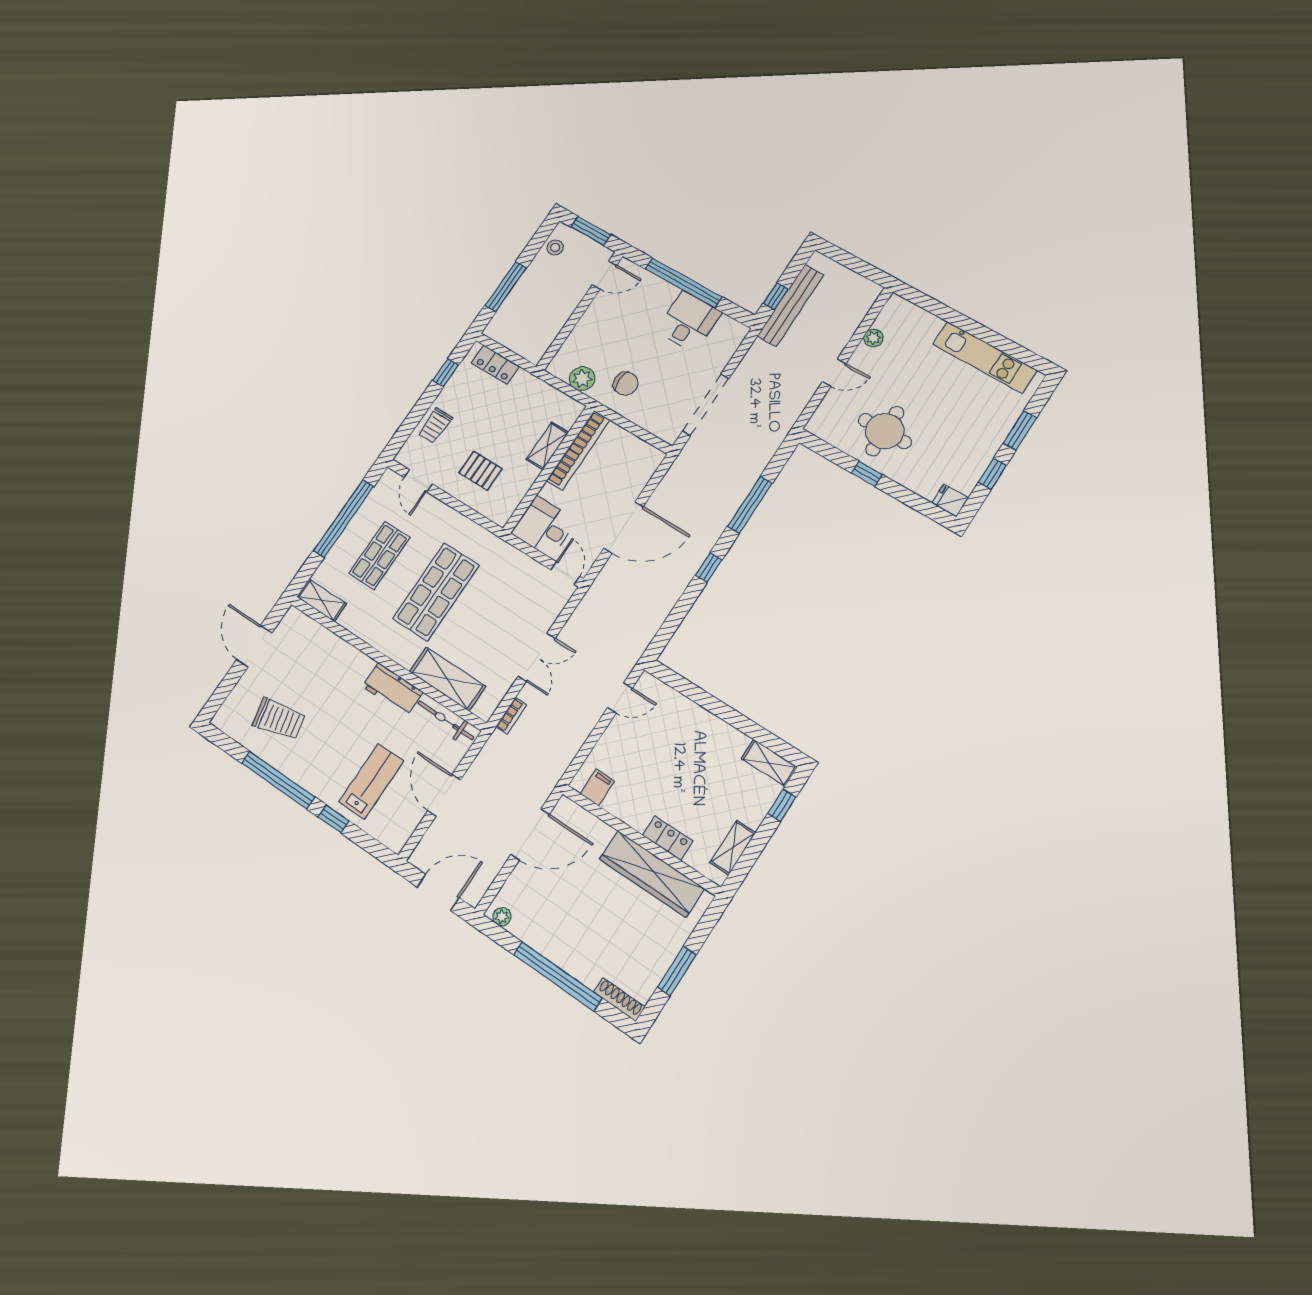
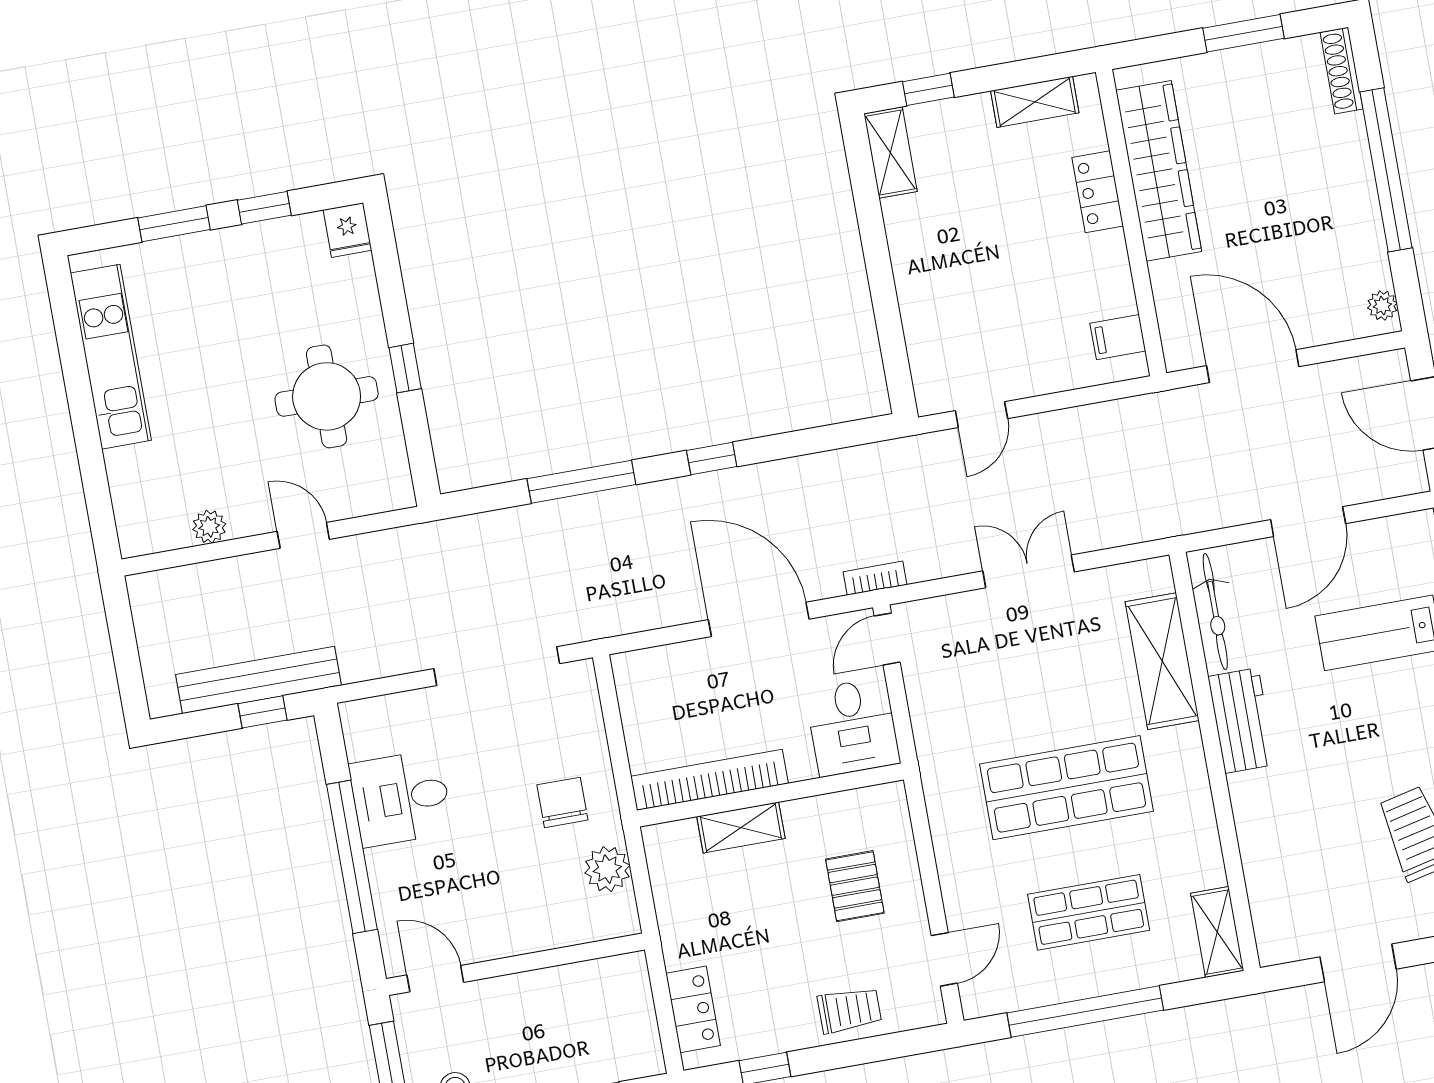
door: (620, 698) -> (981, 415), swing flipped
bookcase: (511, 716) -> (875, 578), moved

